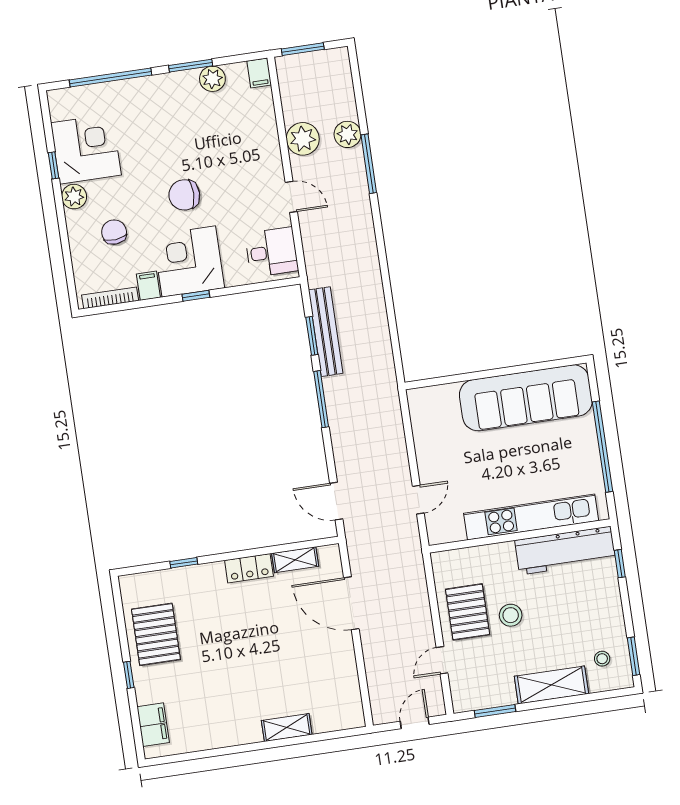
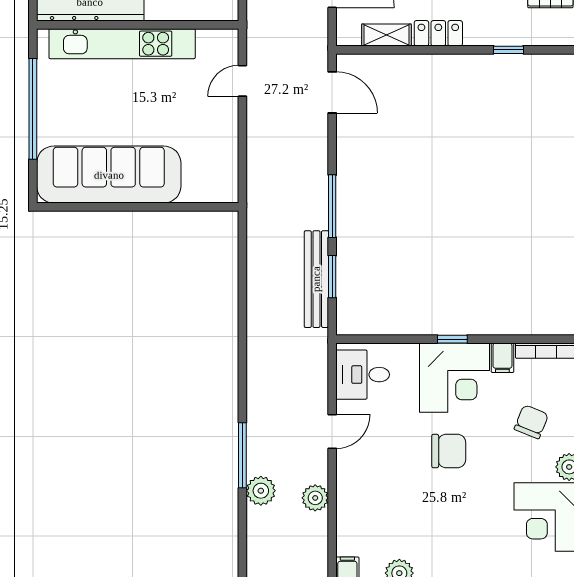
plant: (303, 139) -> (315, 498), width x0.73, depth x0.73
door: (291, 197) -> (332, 432), swing flipped
chair: (114, 232) -> (531, 422), turned -153

